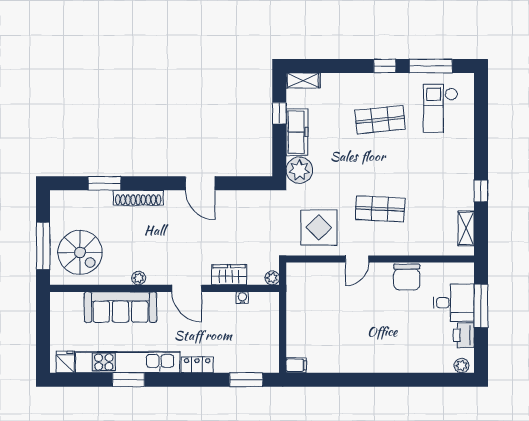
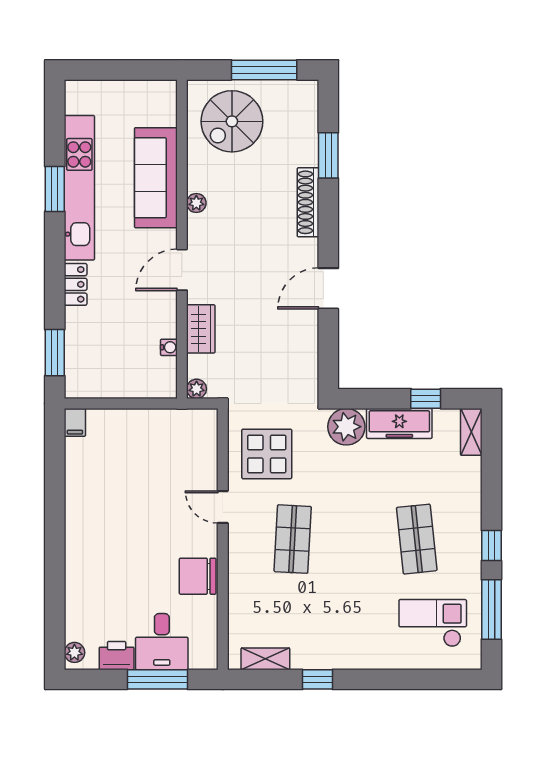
window: (43, 246) -> (264, 70), moved
fridge: (65, 362) -> (79, 101), removed

